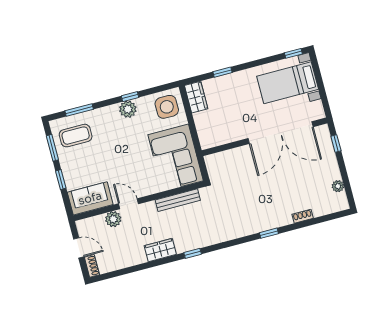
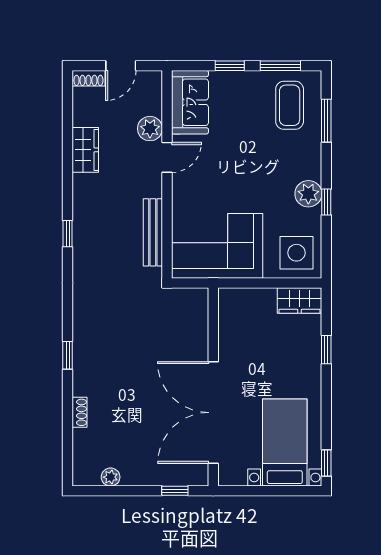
wardrobe: (160, 250) -> (85, 150), moved

